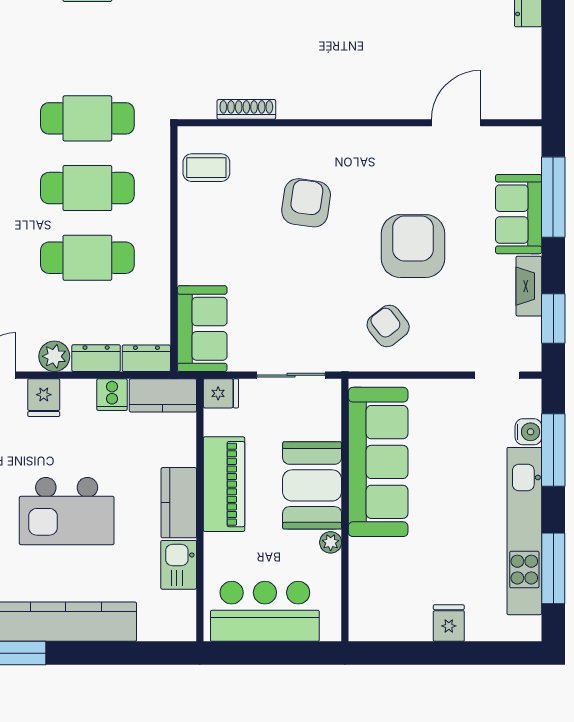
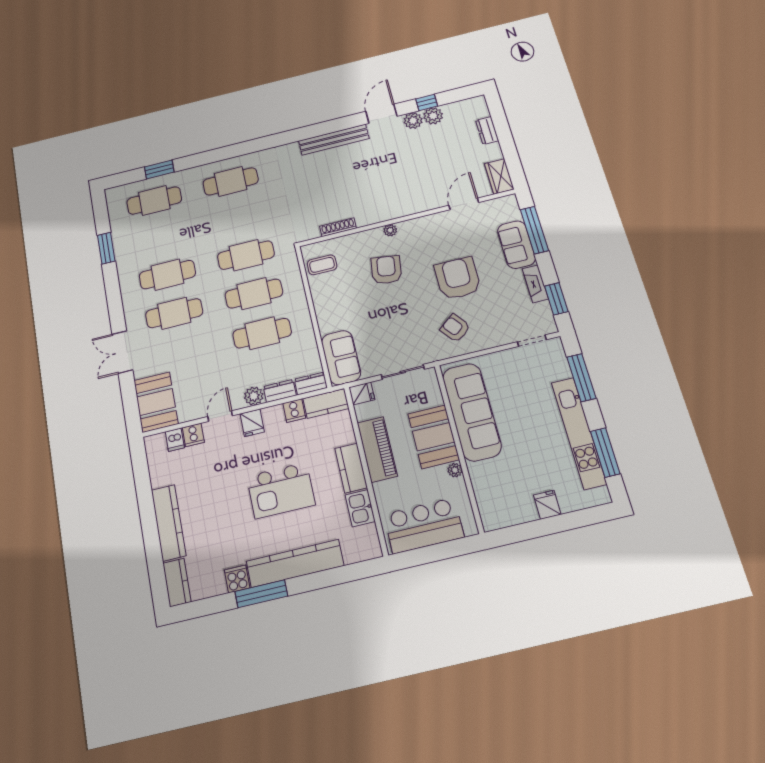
wardrobe: (525, 90) -> (499, 176), added
plant: (328, 137) -> (390, 230), added
water cooler: (528, 432) -> (562, 370), removed

